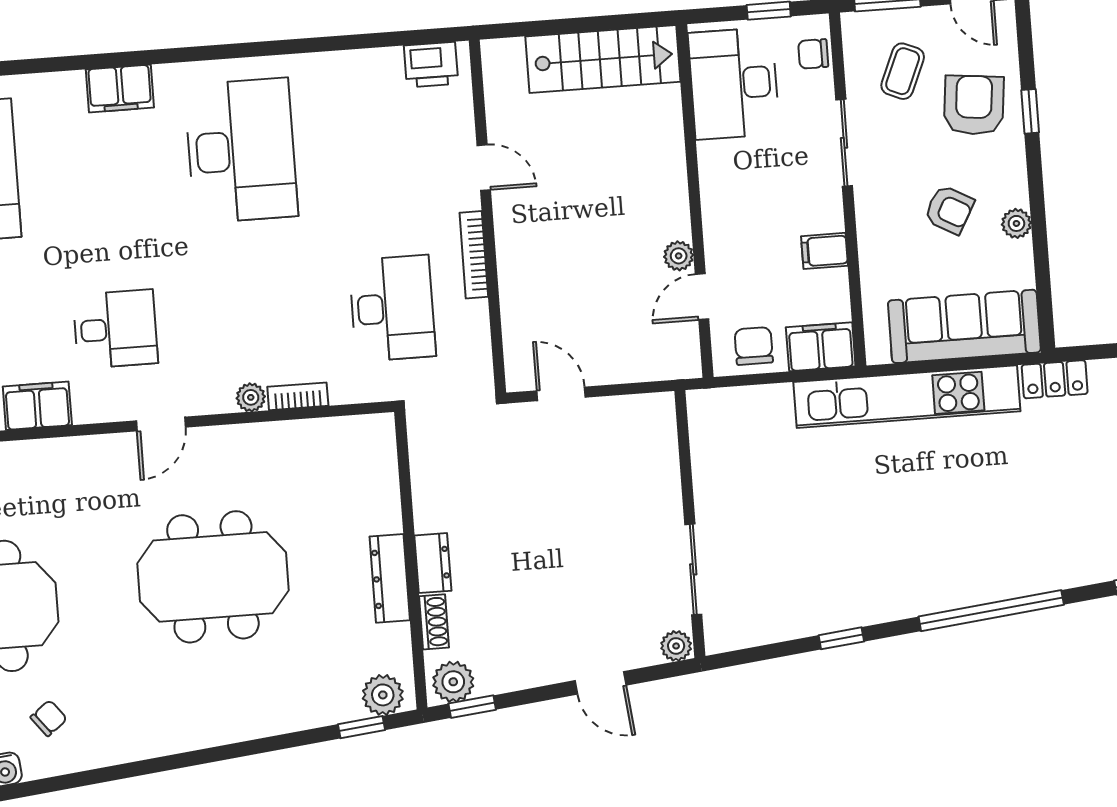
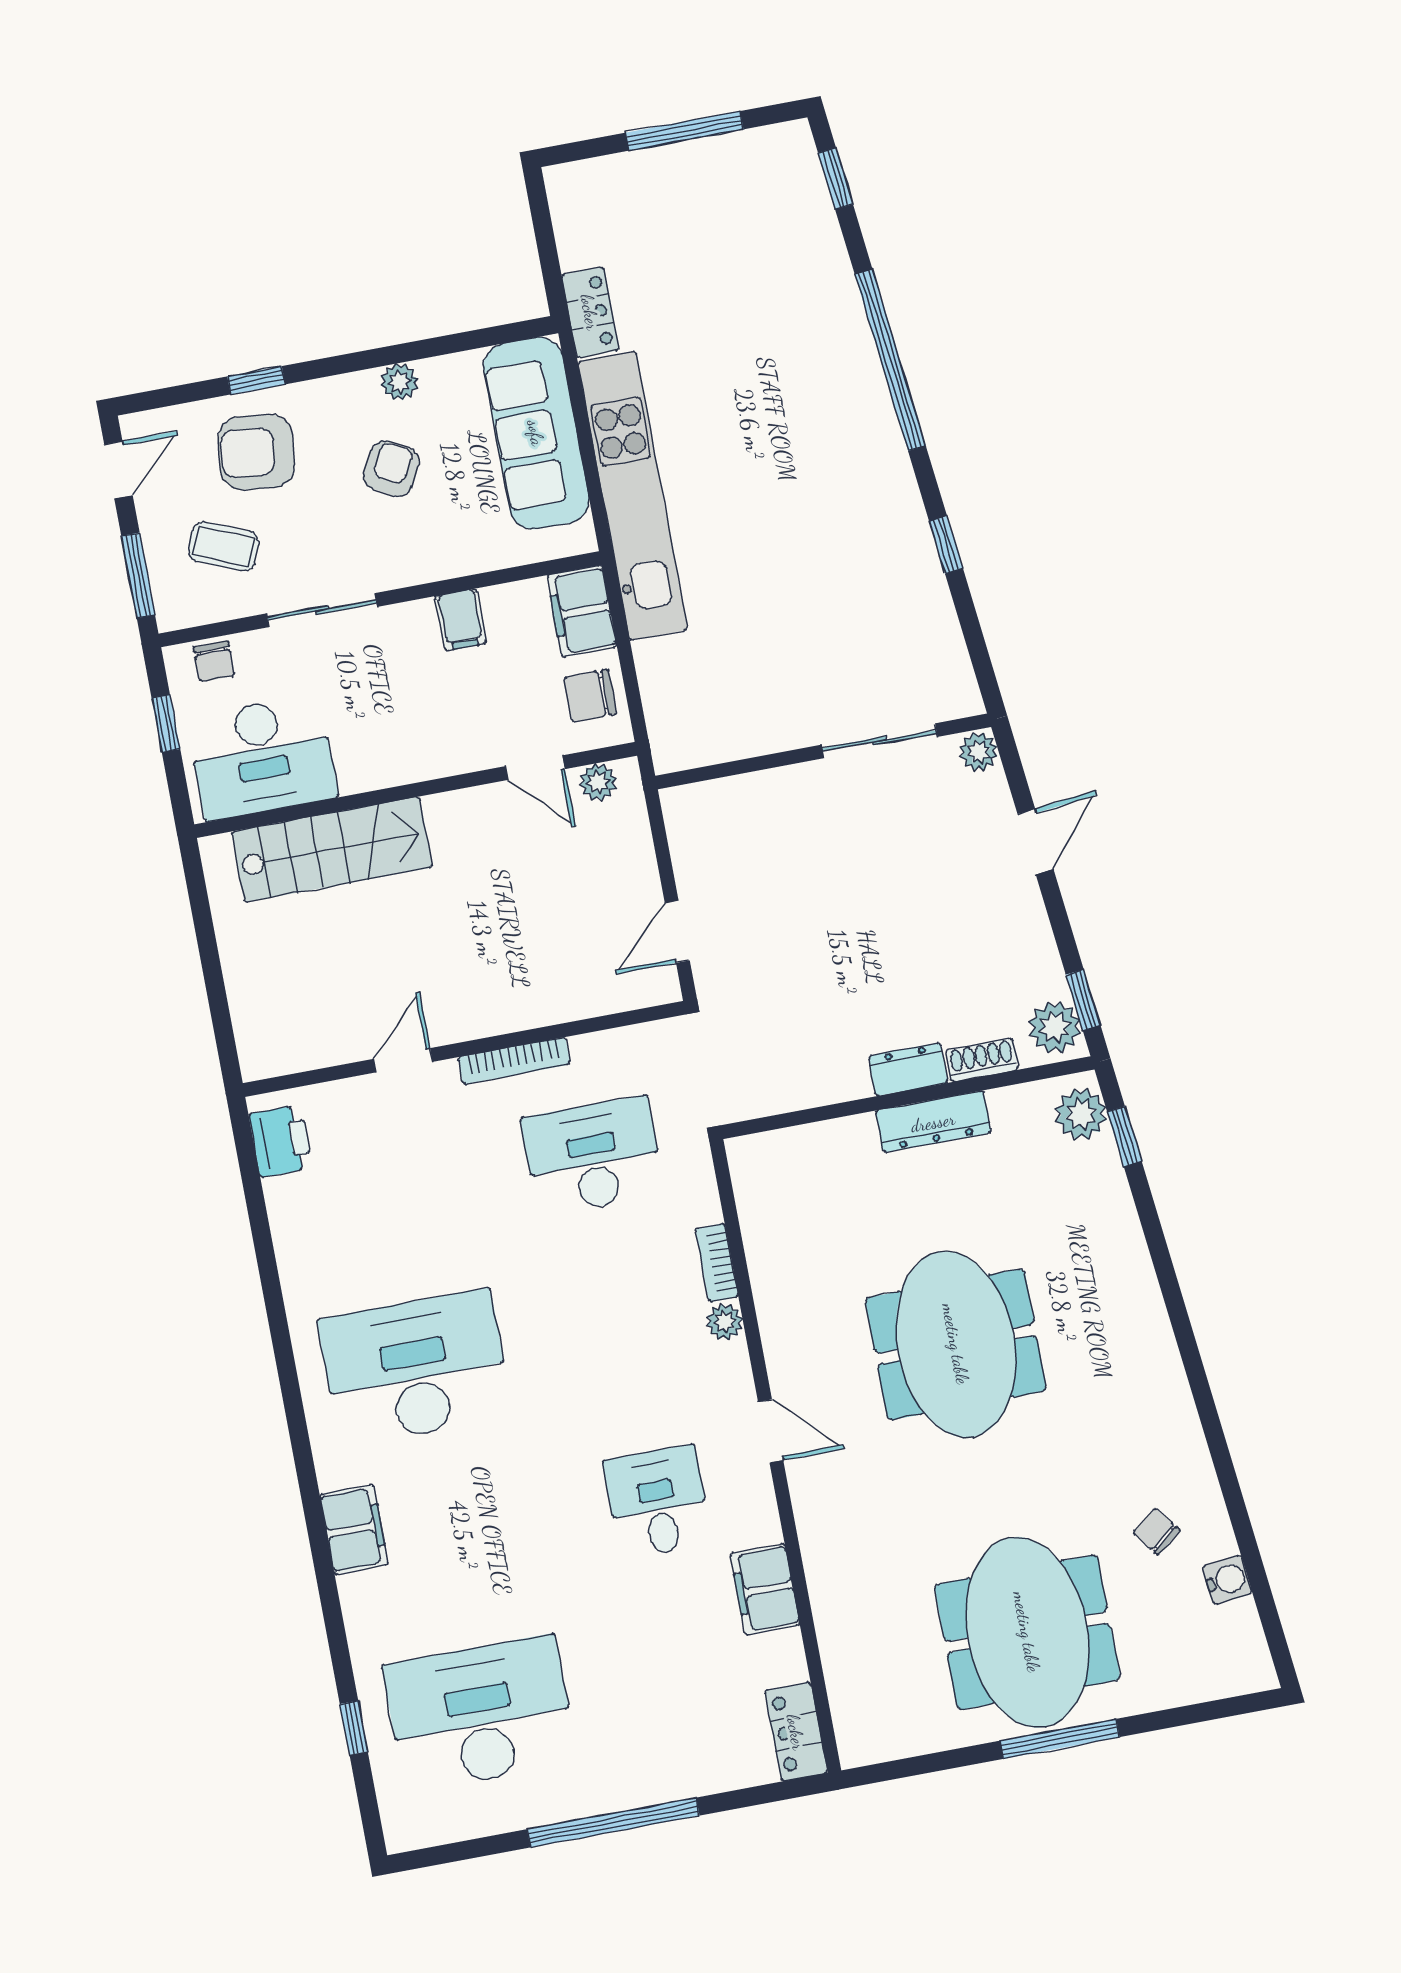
stairs: (603, 59) -> (332, 849), moved, turned 90
plant: (679, 256) -> (598, 782), moved

